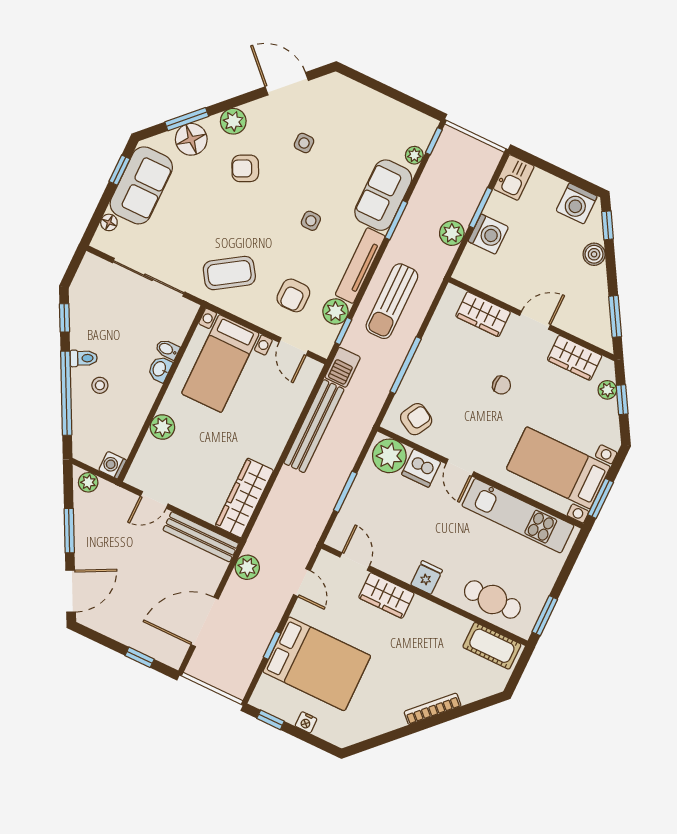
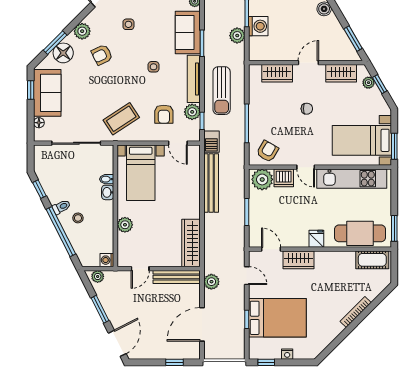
cafe table: (492, 600) -> (360, 233), width x1.37, depth x1.35

